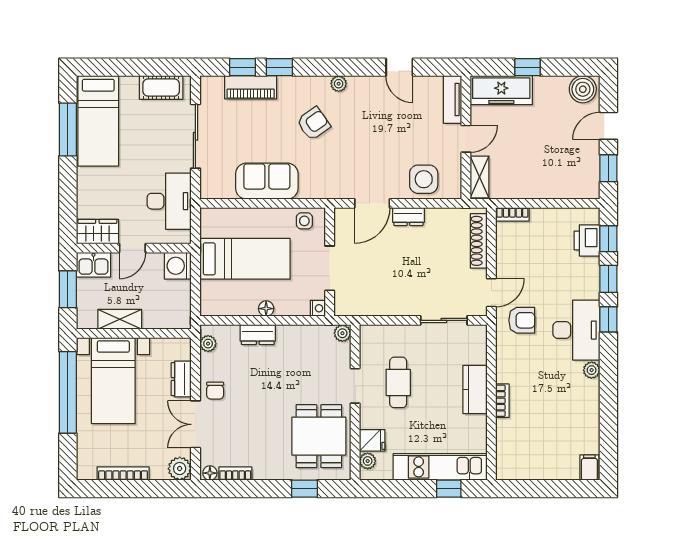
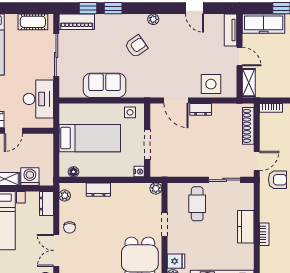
piano: (251, 87) -> (77, 22), moved
door: (466, 139) -> (240, 57), hinge flipped
door: (372, 203) -> (176, 100), hinge flipped
washing machine: (178, 266) -> (30, 177), moved, turned 90
floor lamp: (266, 309) -> (73, 172), moved
dresser: (181, 379) -> (46, 204), moved
cafe table: (398, 382) -> (197, 204), moved

